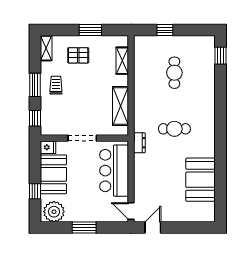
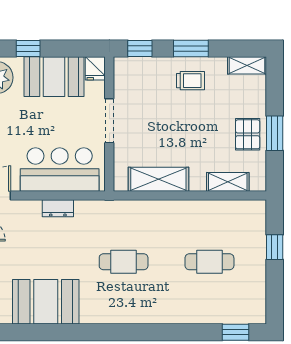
pallet: (78, 55) -> (248, 134), moved
cafe table: (174, 129) -> (124, 262), turned 90
dresser: (139, 143) -> (58, 208), moved

